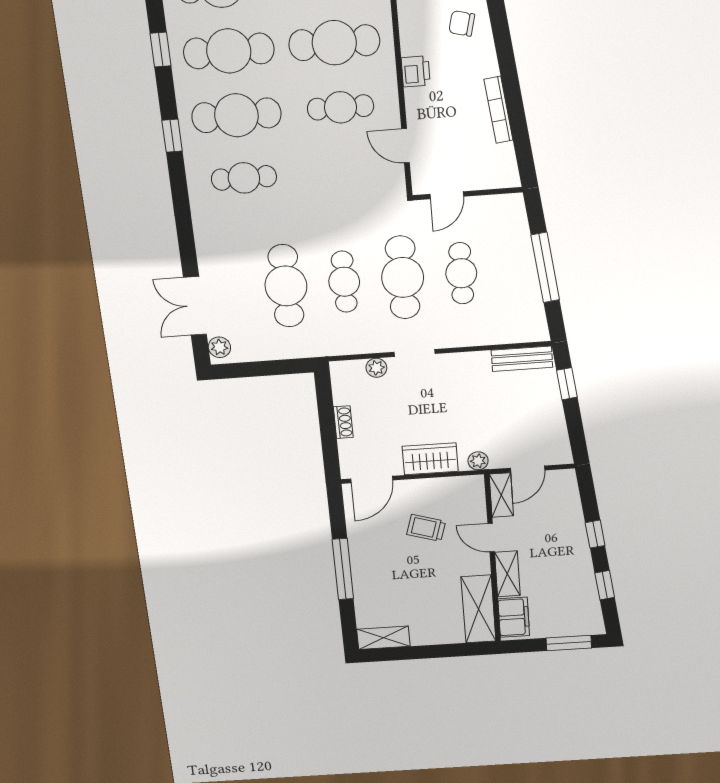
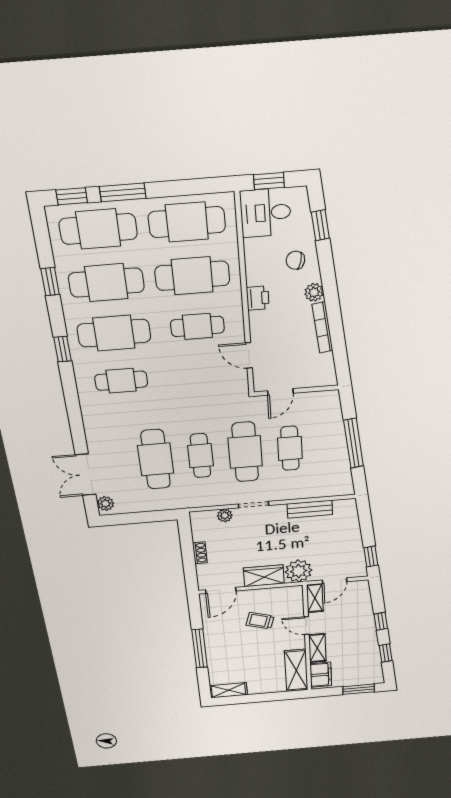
plant: (486, 64) -> (314, 292), added
bench: (522, 359) -> (310, 509), moved
window: (567, 384) -> (371, 556), moved
plant: (478, 461) -> (299, 571), width x1.87, depth x1.87

